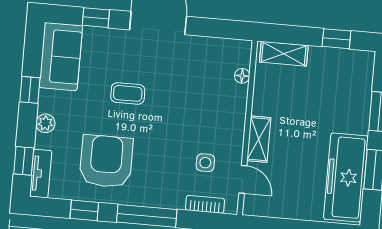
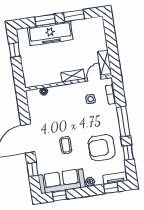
shelving: (284, 54) -> (105, 62), moved
sofa: (61, 57) -> (62, 181), width x1.36
window: (30, 90) -> (59, 196), moved
freezer: (346, 177) -> (50, 33), moved

